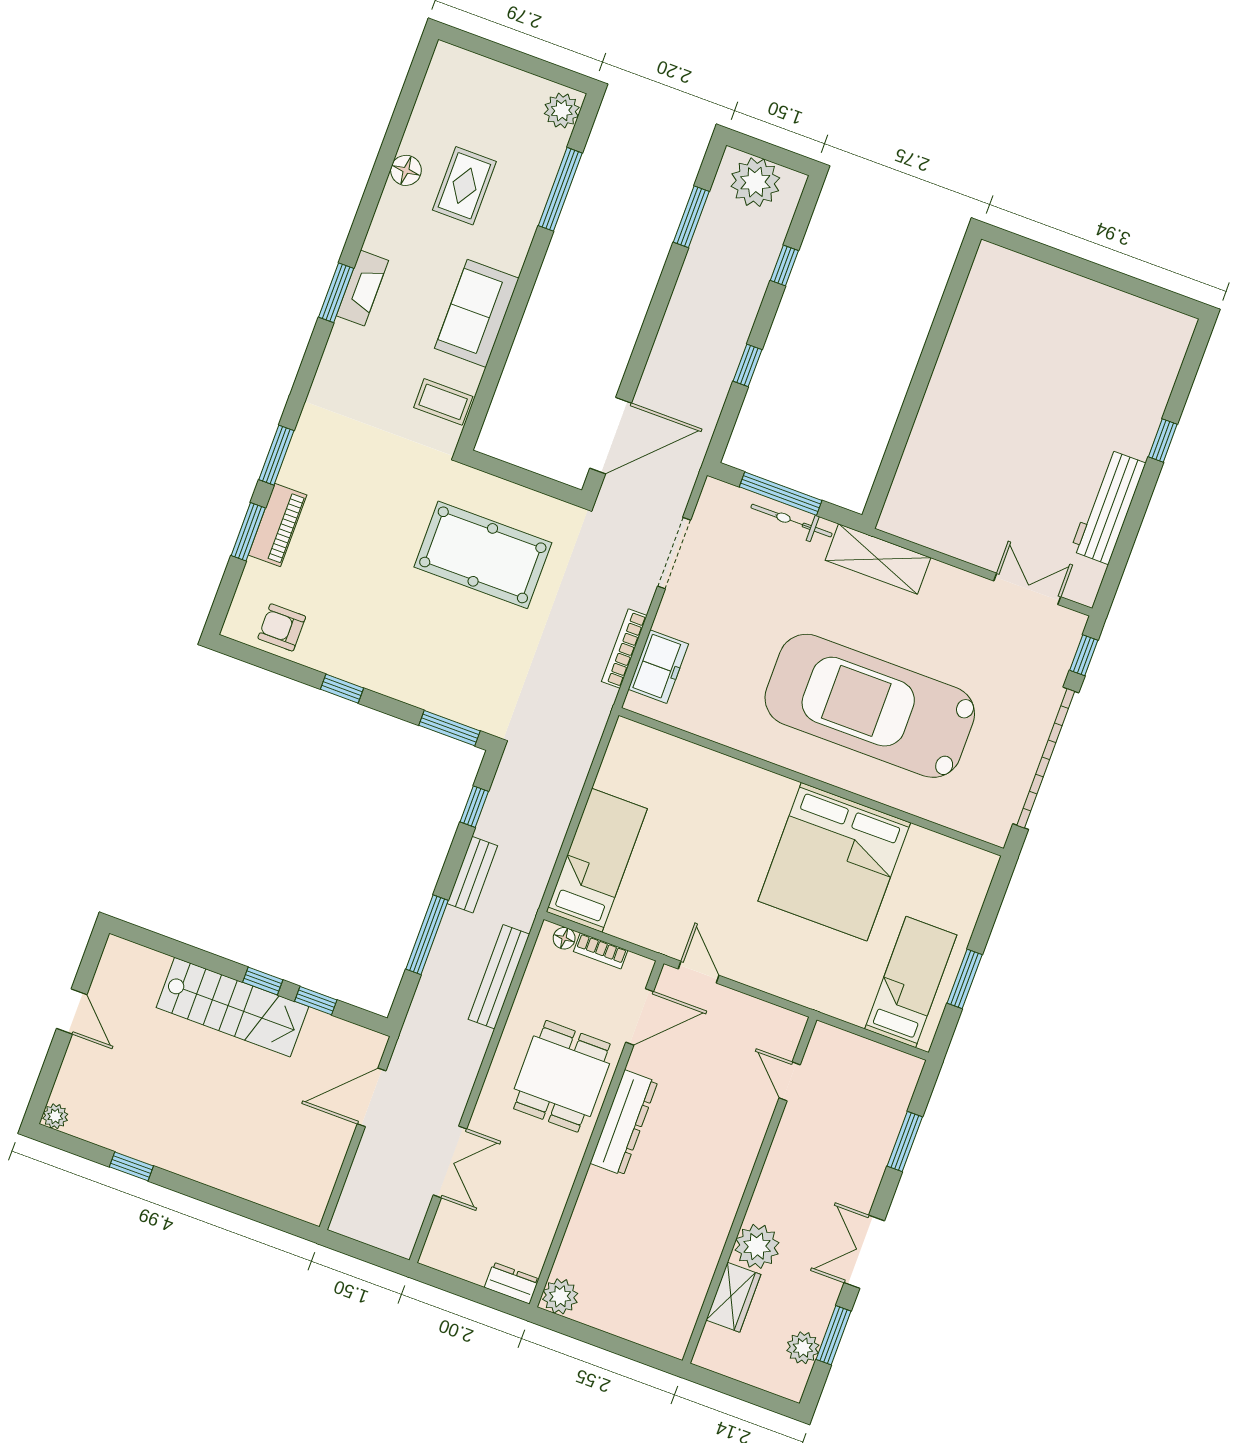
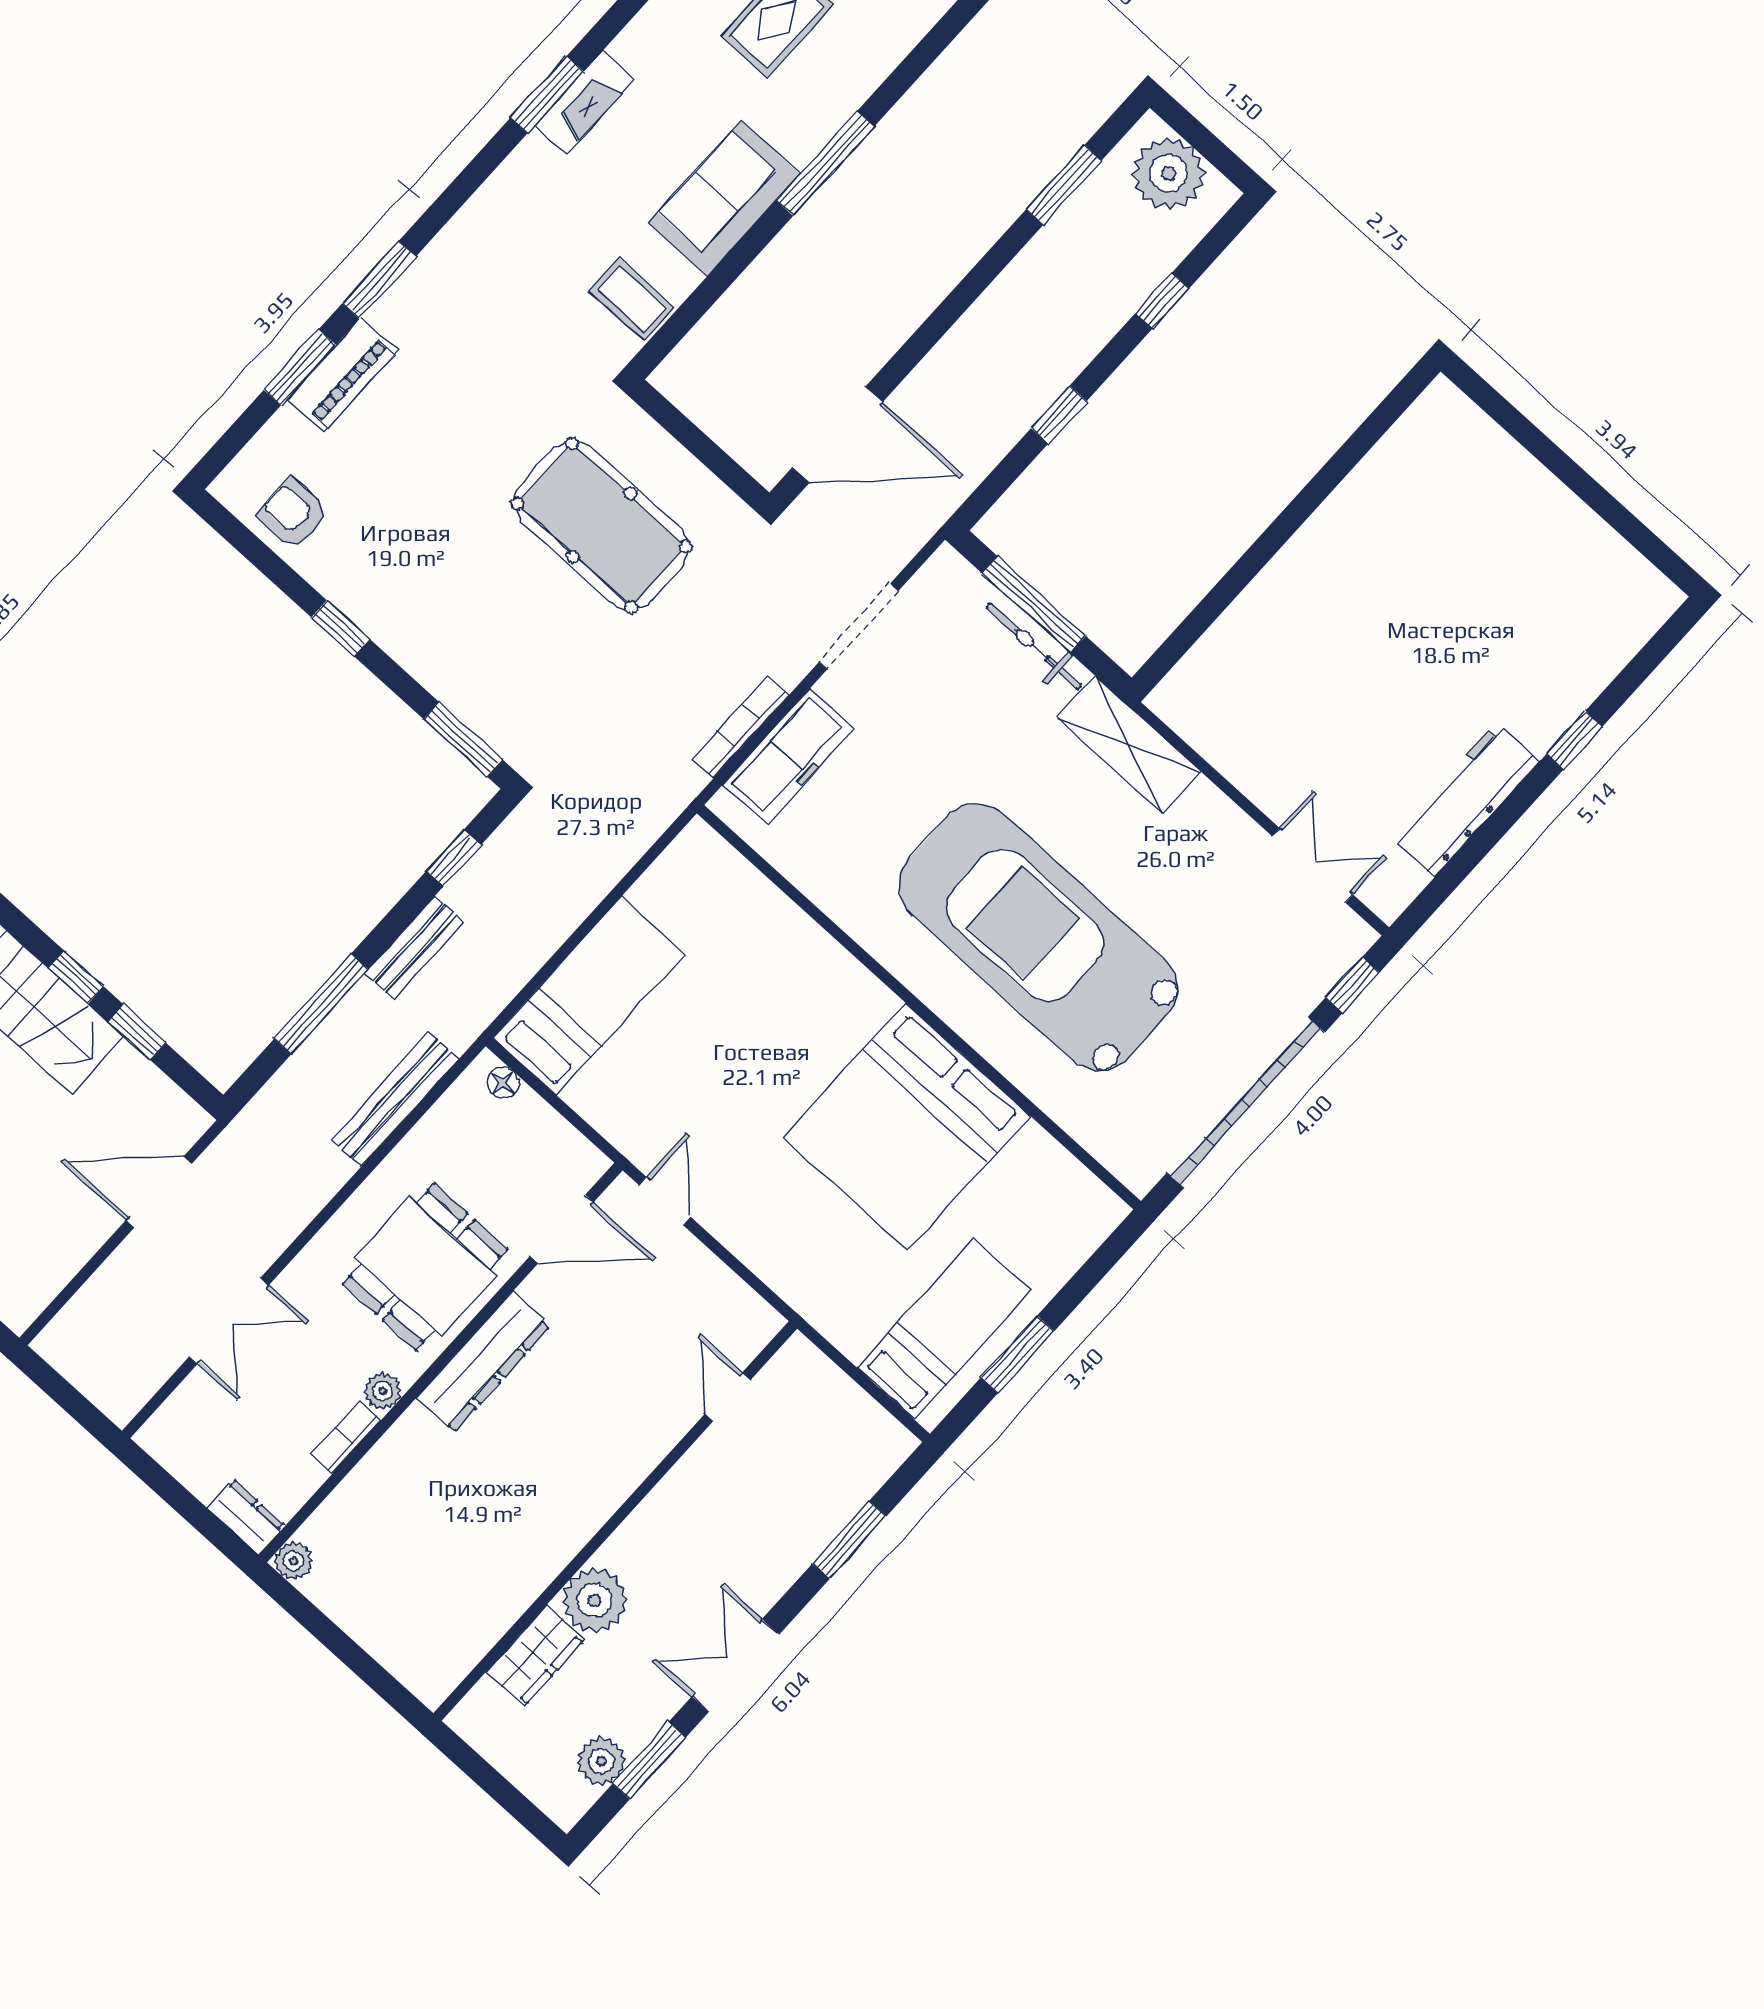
window: (560, 189) -> (825, 164), moved
freezer: (658, 667) -> (789, 756), width x1.40
bookcase: (601, 951) -> (346, 1437), moved, turned 90
plant: (567, 1167) -> (383, 1391), added
plant: (560, 1296) -> (294, 1561), width x0.73, depth x0.73

